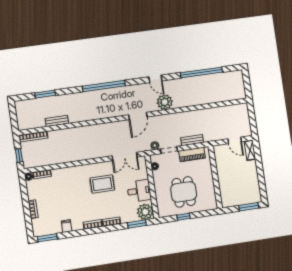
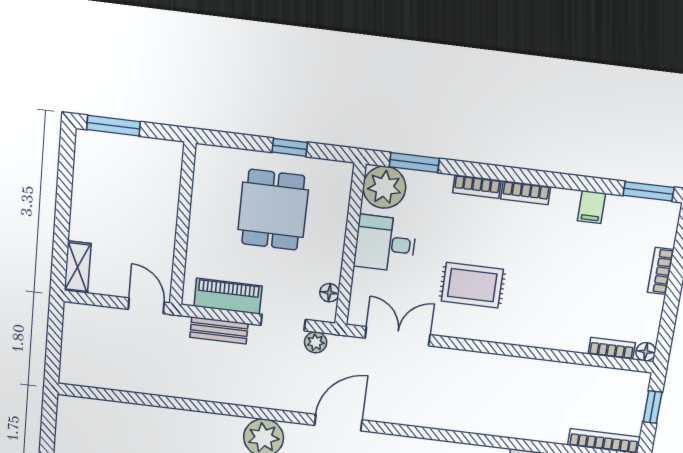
door: (235, 140) -> (146, 306), moved

